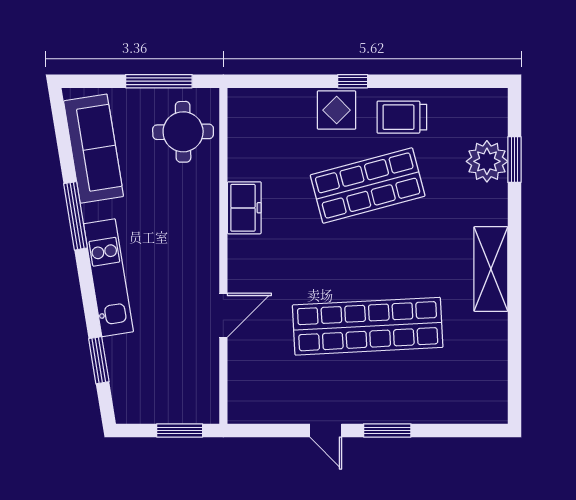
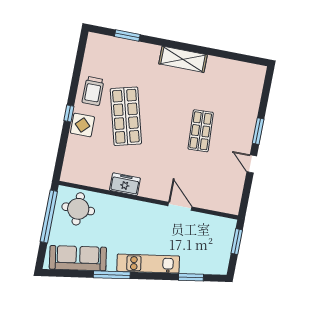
window: (159, 81) -> (49, 216), width x1.46
plant: (487, 161) -> (125, 50), removed
shop shelf: (368, 326) -> (201, 131), width x0.50, depth x0.74
door: (326, 430) -> (252, 164), swing flipped

